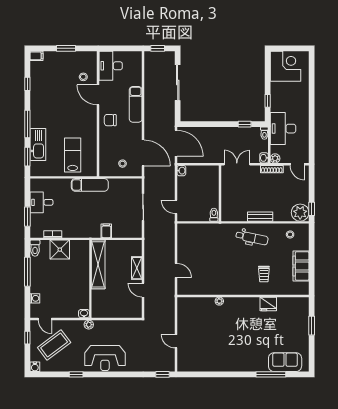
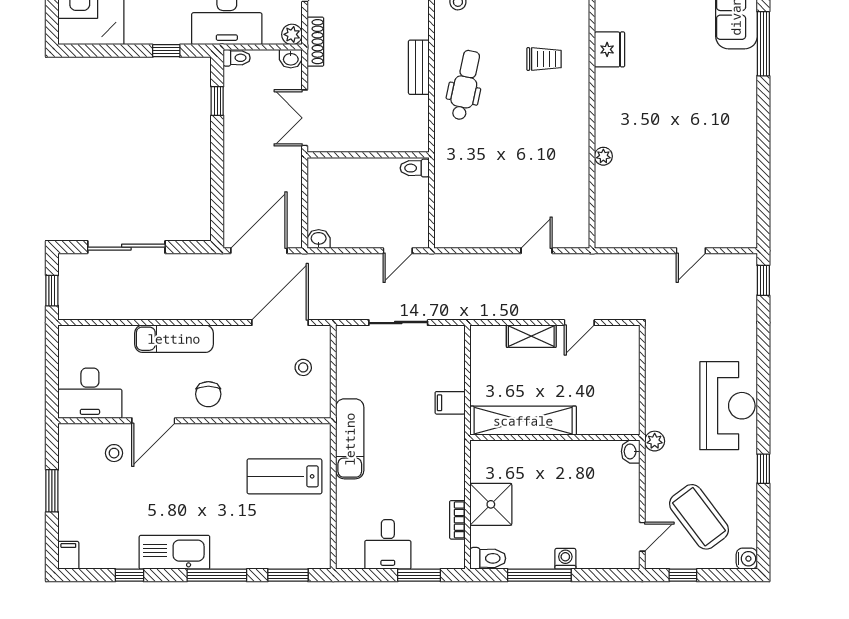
kitchen sink: (38, 144) -> (174, 552), moved
washing machine: (35, 298) -> (565, 559), moved

